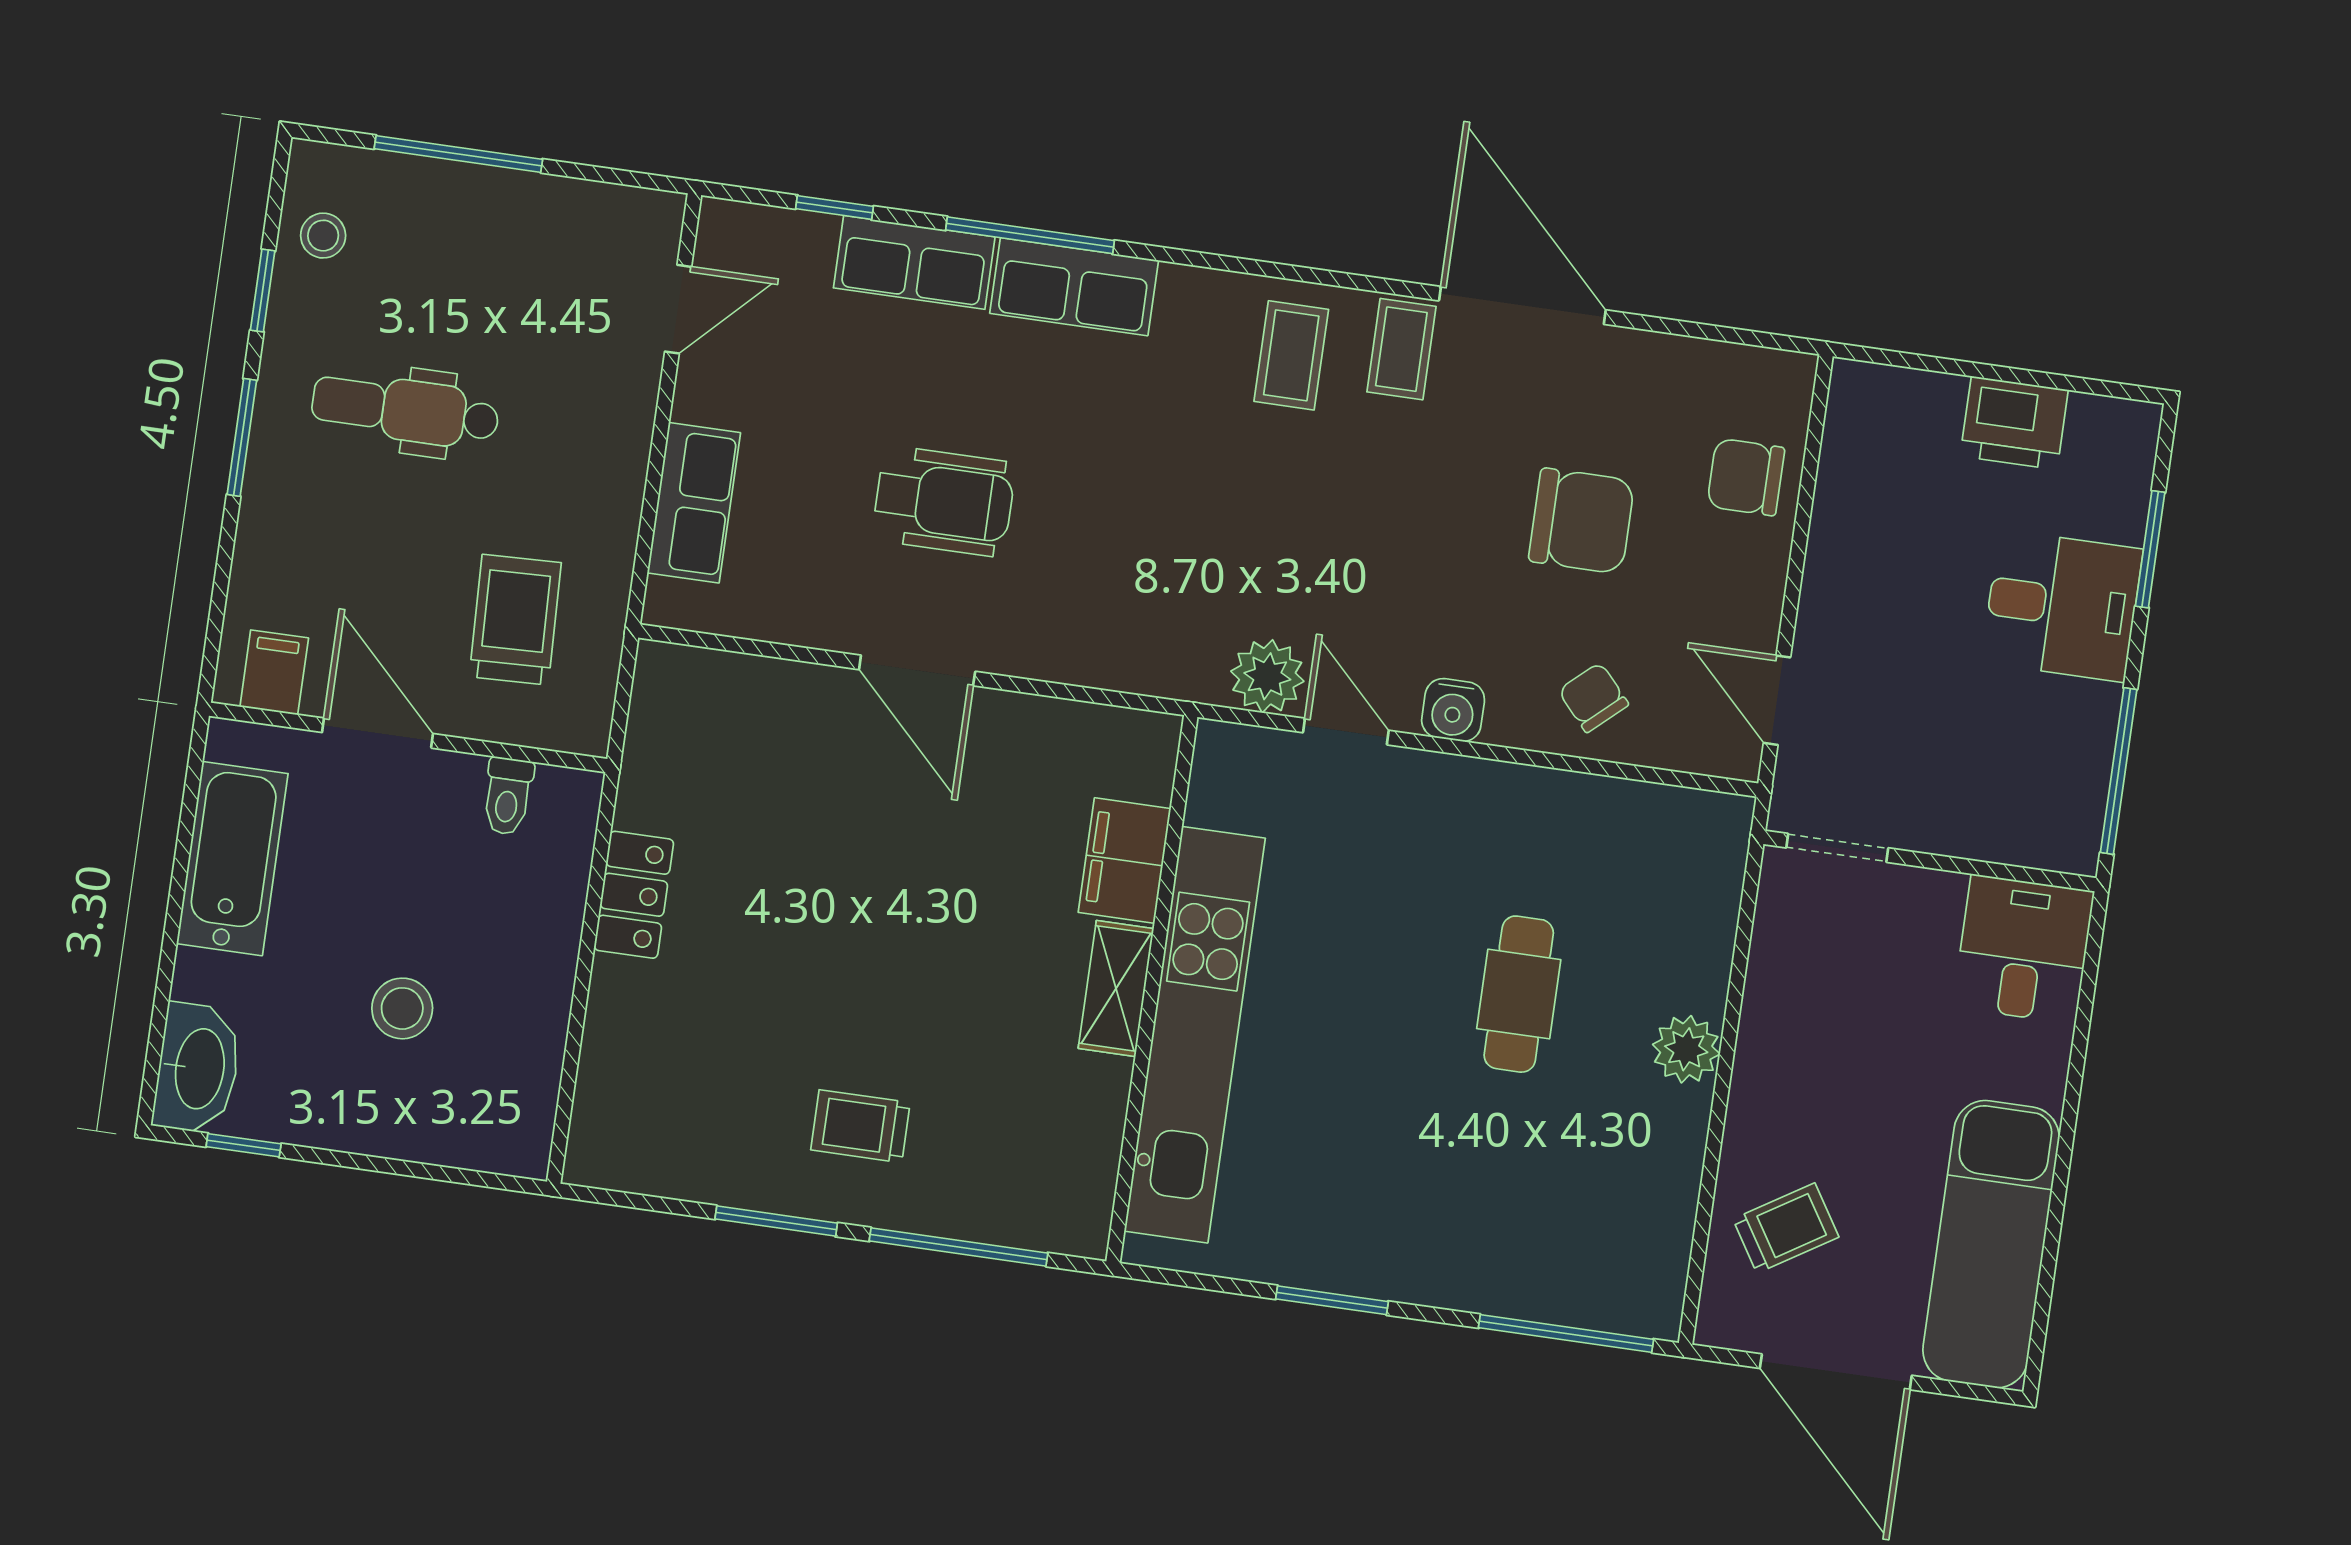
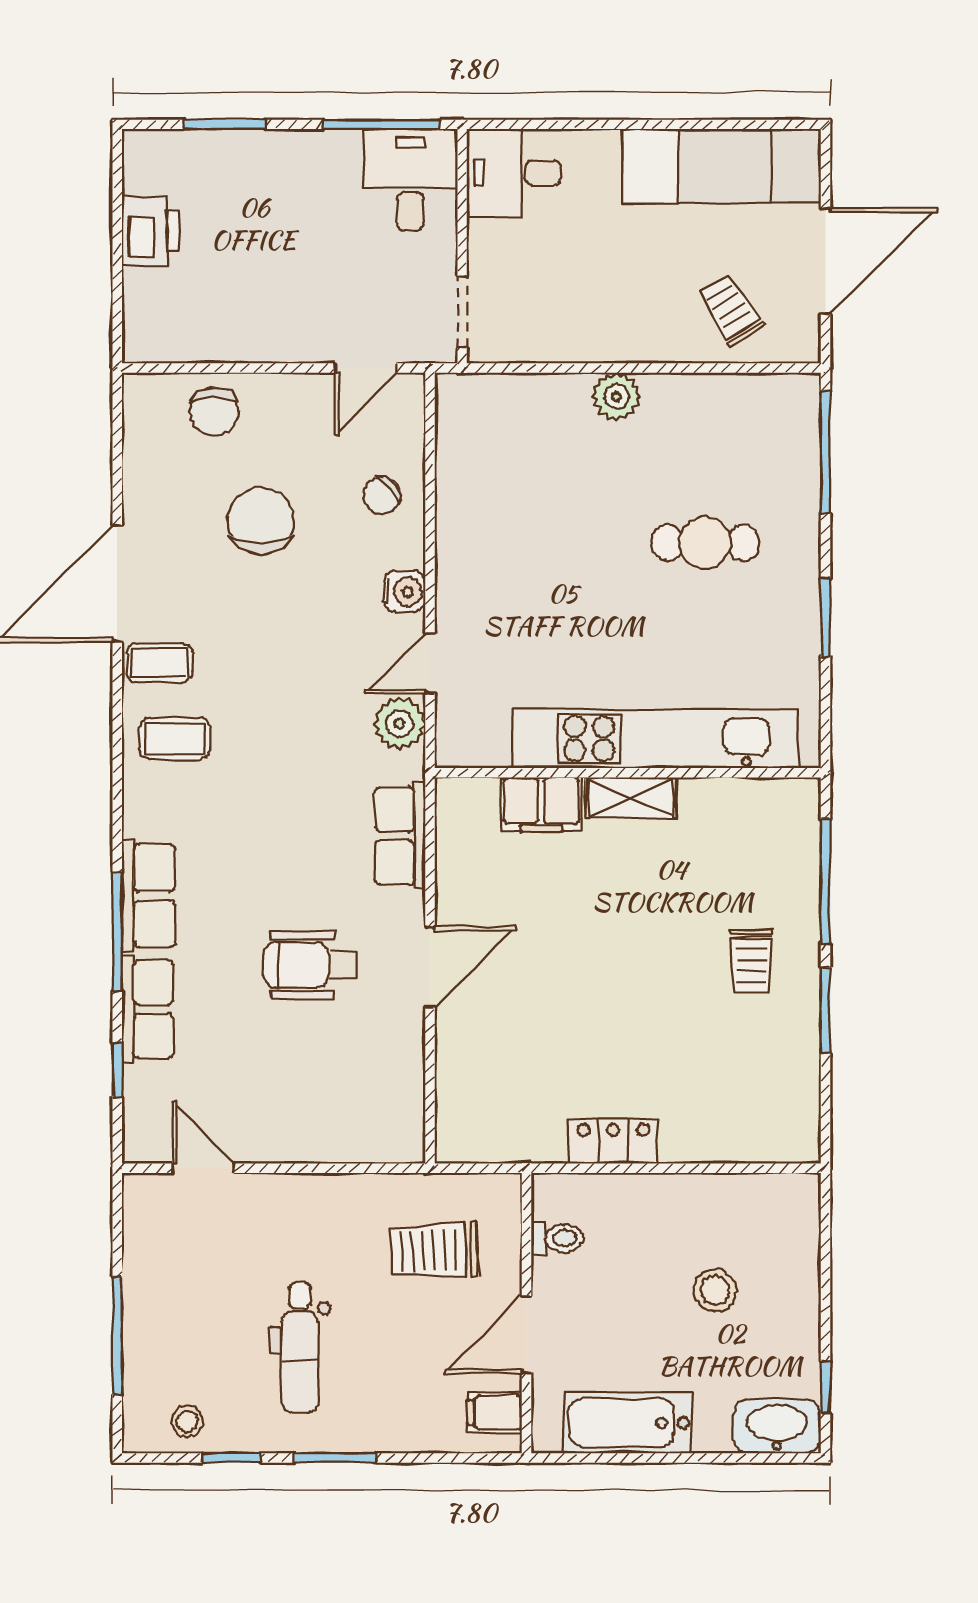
wheelchair: (944, 501) -> (310, 965), turned -90
row of seats: (694, 503) -> (400, 836), moved, turned -90
desk: (2062, 606) -> (410, 180), moved
cafe table: (1519, 994) -> (705, 543), moved

